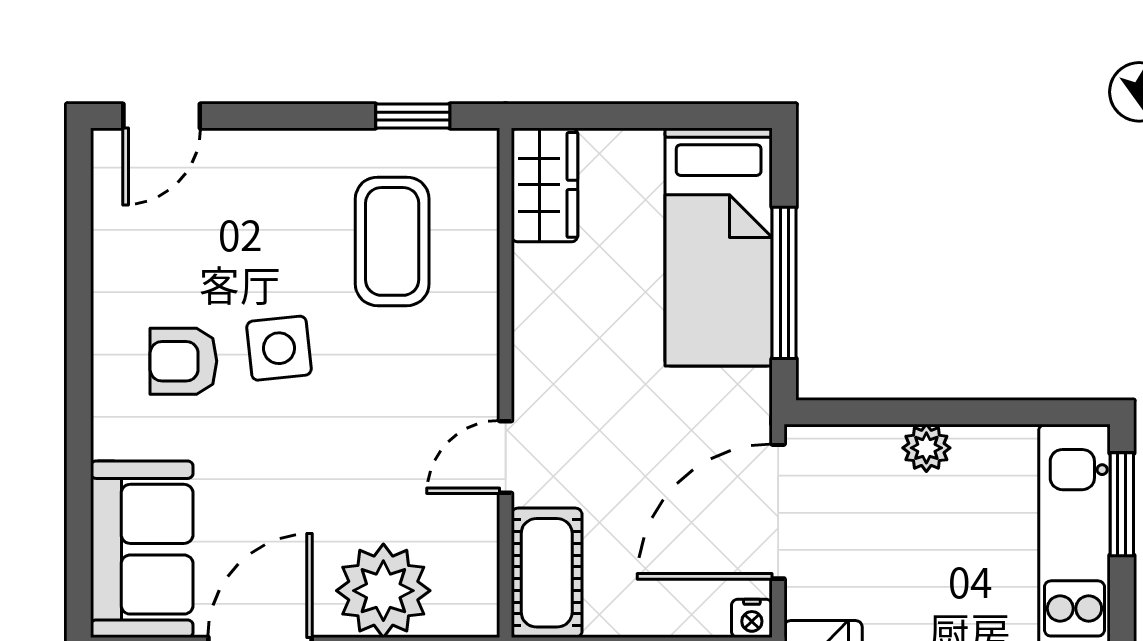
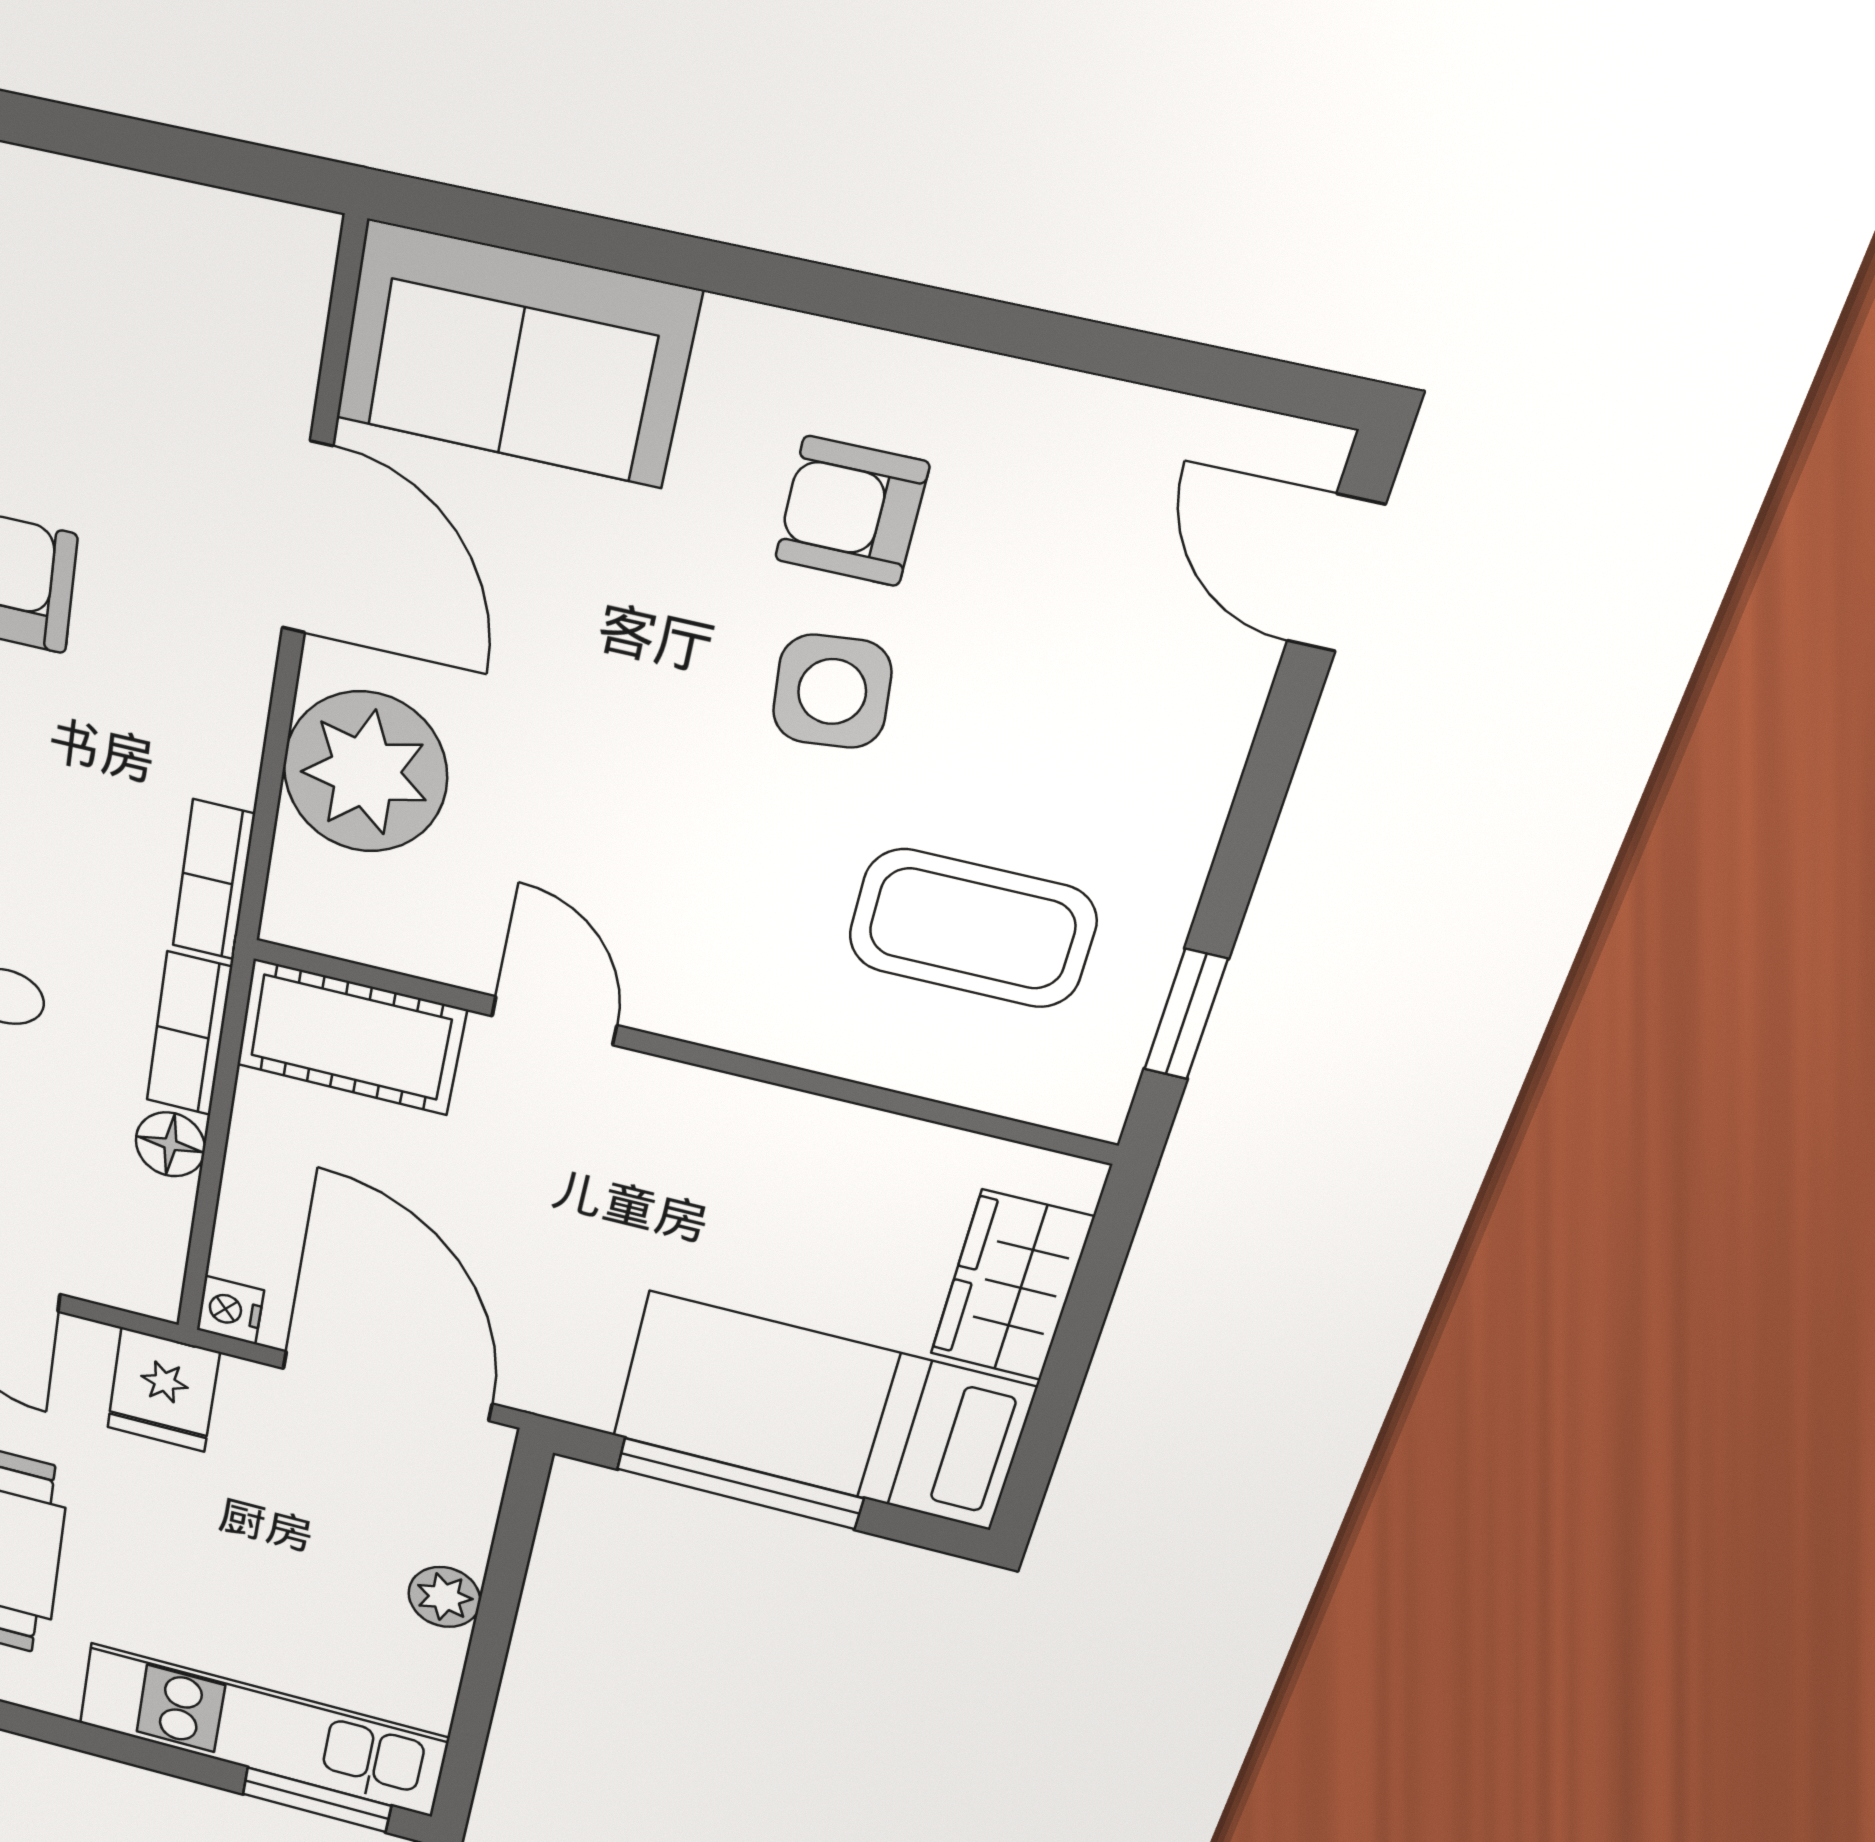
wardrobe: (545, 185) -> (1012, 1286), moved, turned 90
armchair: (183, 361) -> (852, 511), turned -90

